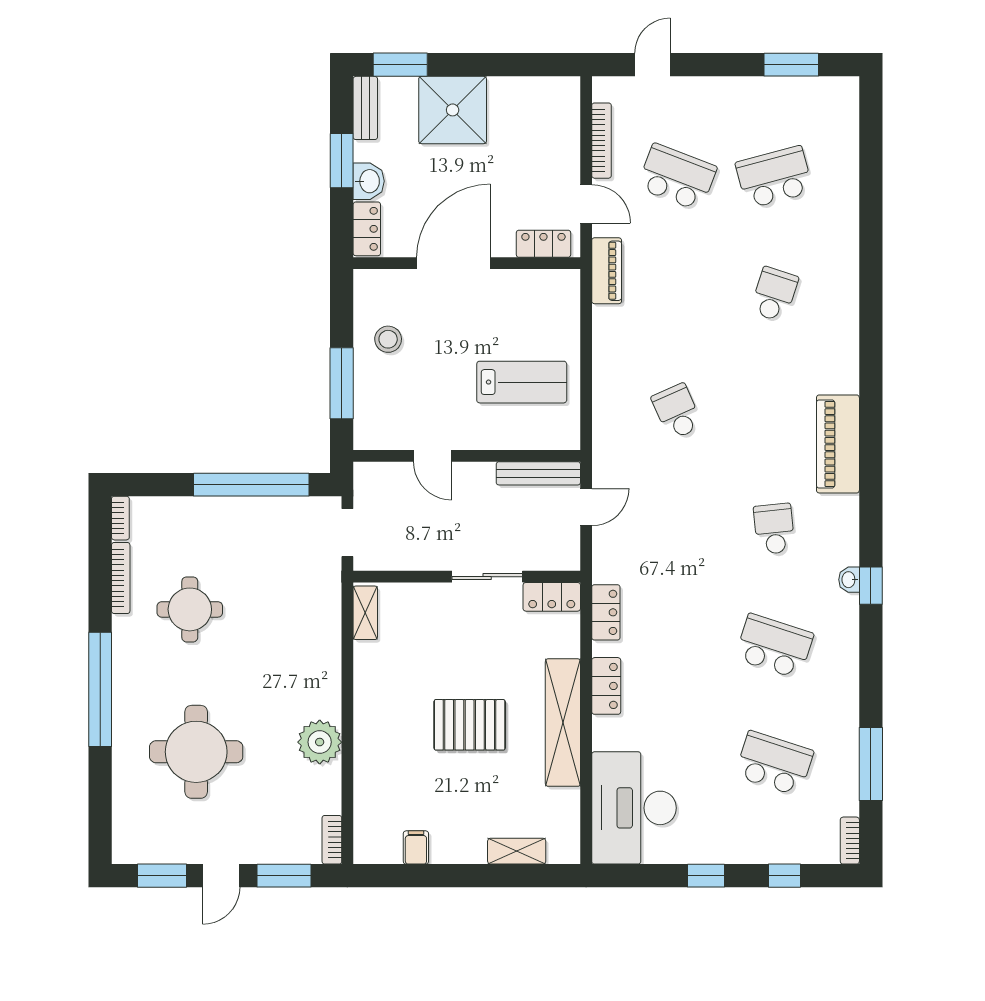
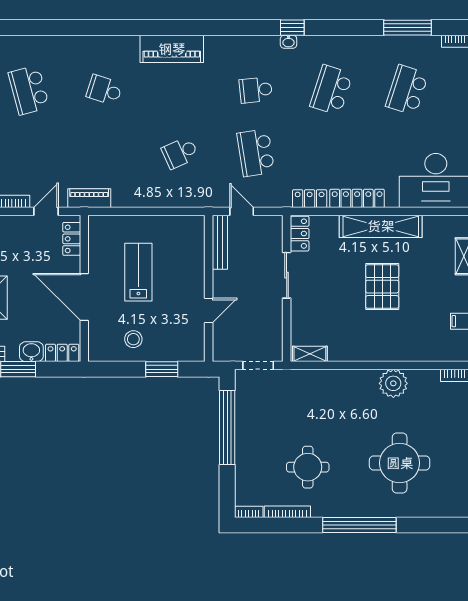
school desk: (677, 177) -> (256, 153), moved, turned -30
lab bench: (522, 382) -> (138, 272), moved
window: (342, 383) -> (162, 369), width x0.69
piano: (838, 444) -> (172, 49), moved
locker: (606, 686) -> (357, 198), width x1.53

